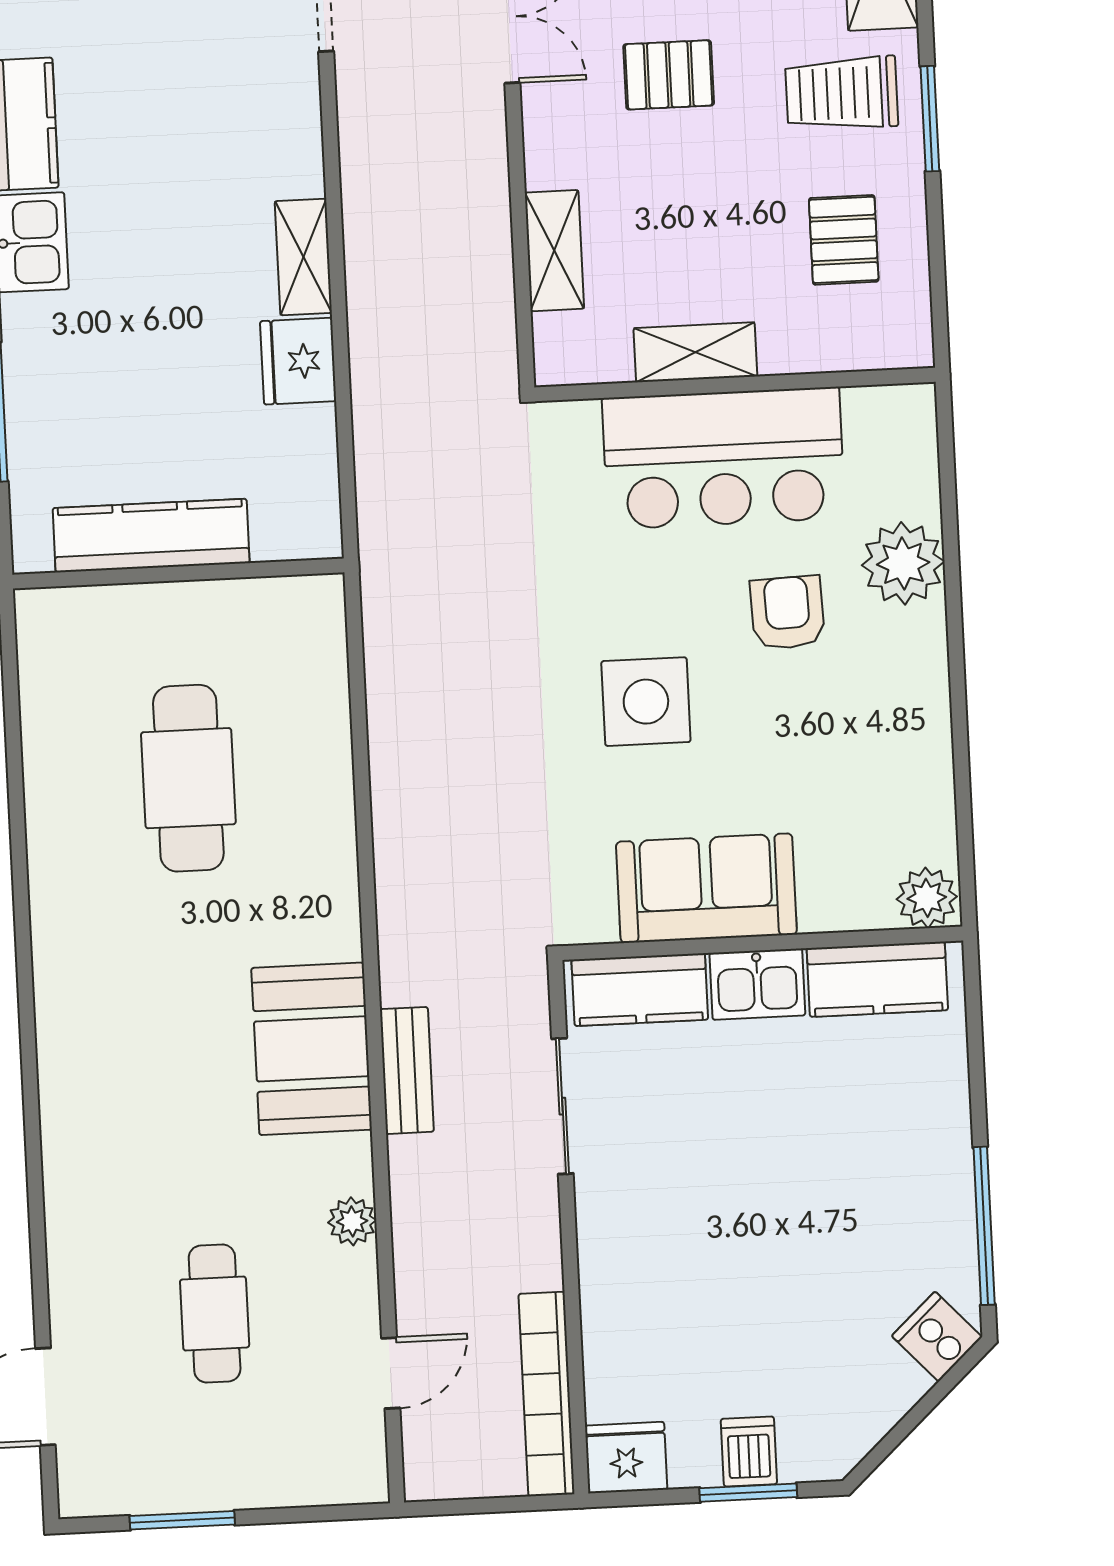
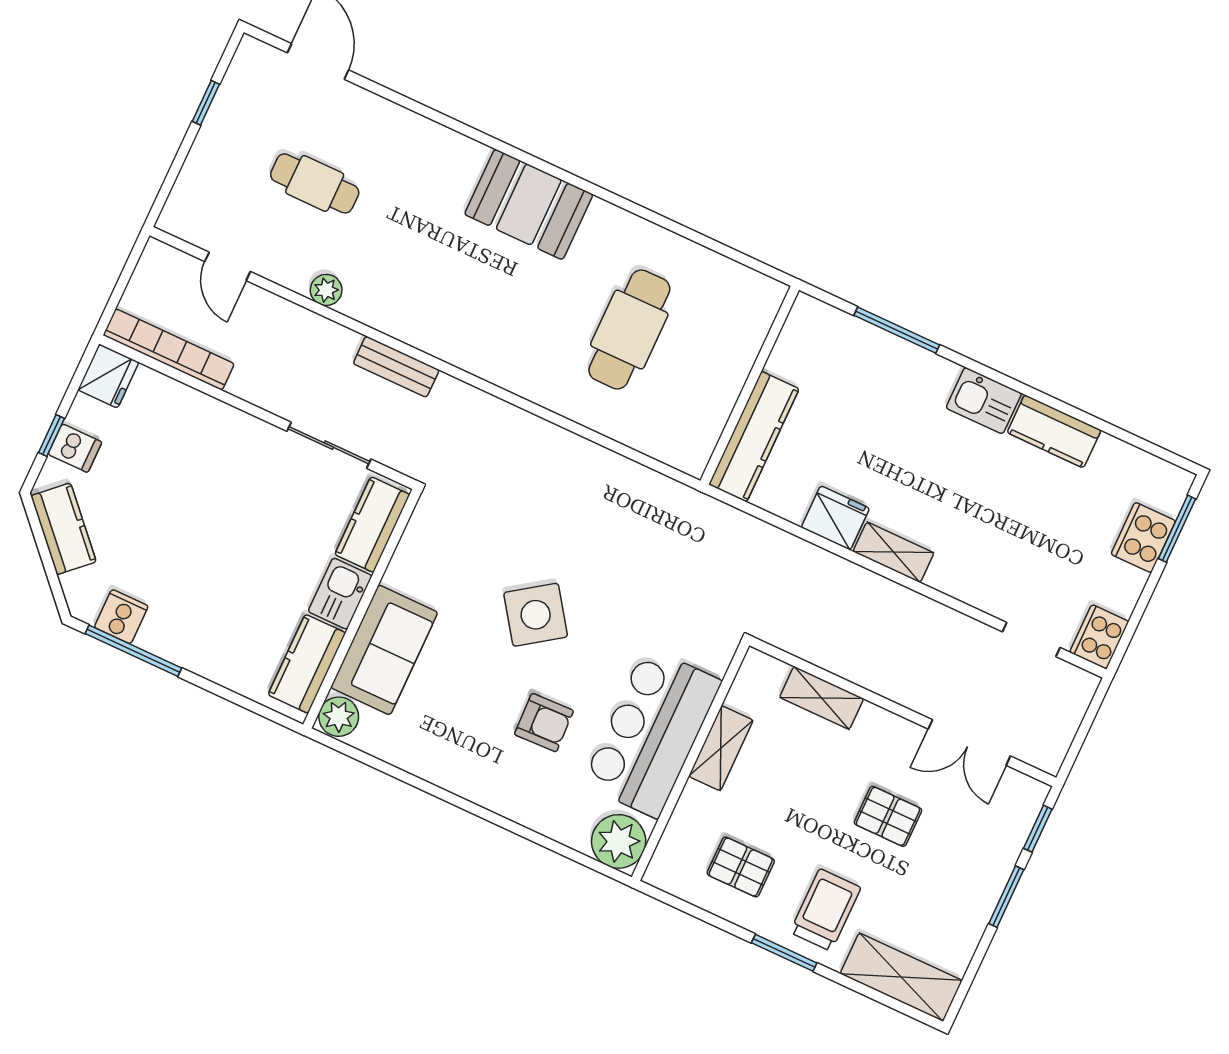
pallet: (669, 75) -> (888, 816), turned 90
kitchen counter: (151, 536) -> (754, 437), moved
plant: (903, 563) -> (619, 841), moved
side table: (646, 702) -> (536, 615), turned -35
cafe table: (188, 778) -> (629, 329), turned 90
sofa: (706, 888) -> (384, 650), moved
booth: (312, 1049) -> (529, 204), moved
cooker: (937, 1336) -> (121, 617), moved, turned -47
kitchen counter: (867, 1409) -> (63, 529), added
window: (748, 1493) -> (51, 435), width x0.67
window: (182, 1520) -> (206, 103), width x0.67

